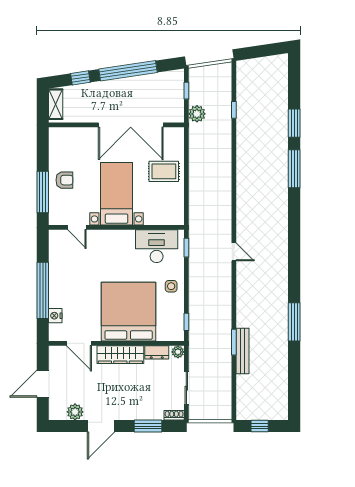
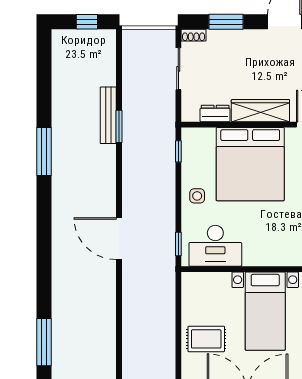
door: (234, 252) -> (119, 239), width x1.87
plant: (178, 352) -> (189, 114), removed

